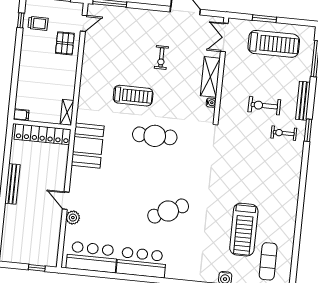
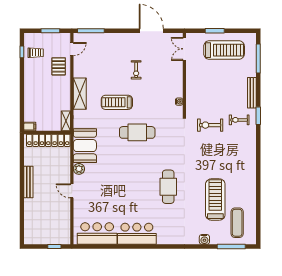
shelving: (210, 77) -> (80, 94), moved
treadmill: (133, 96) -> (117, 102), turned 180
exercise bike: (264, 106) -> (210, 125), moved
cafe table: (168, 211) -> (168, 187), moved, turned -64
plant: (73, 218) -> (79, 169), moved
treadmill: (244, 230) -> (215, 200), turned 180

